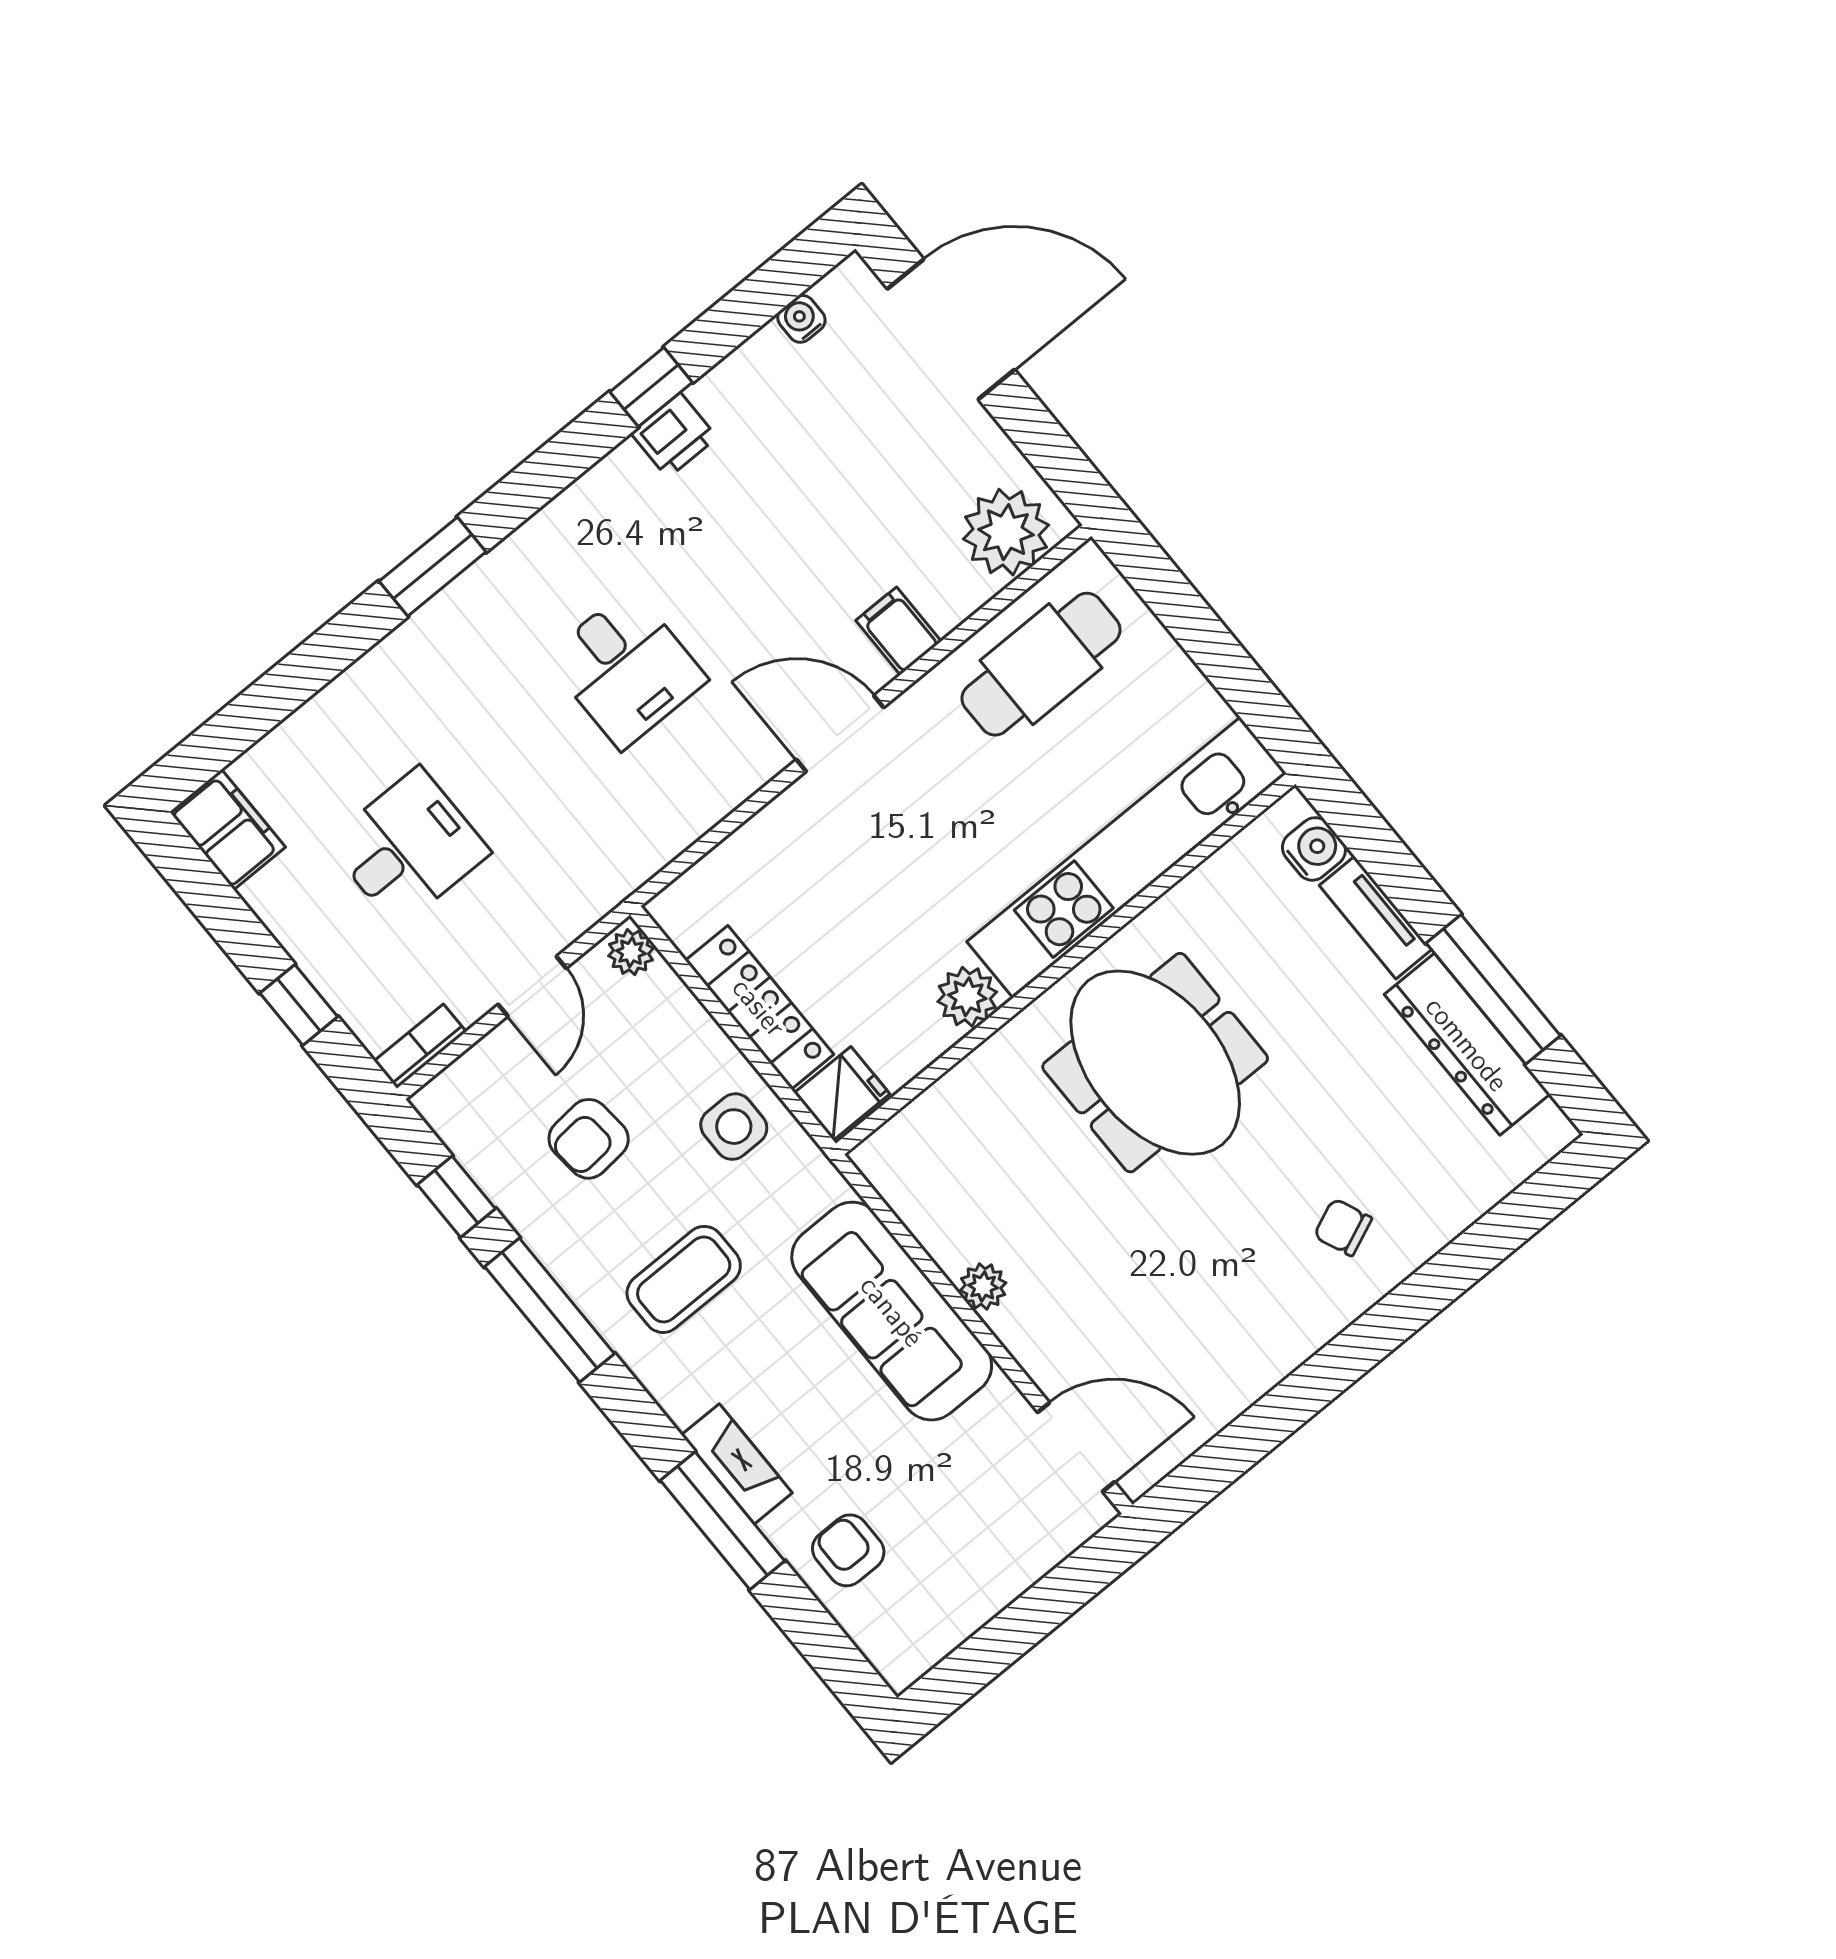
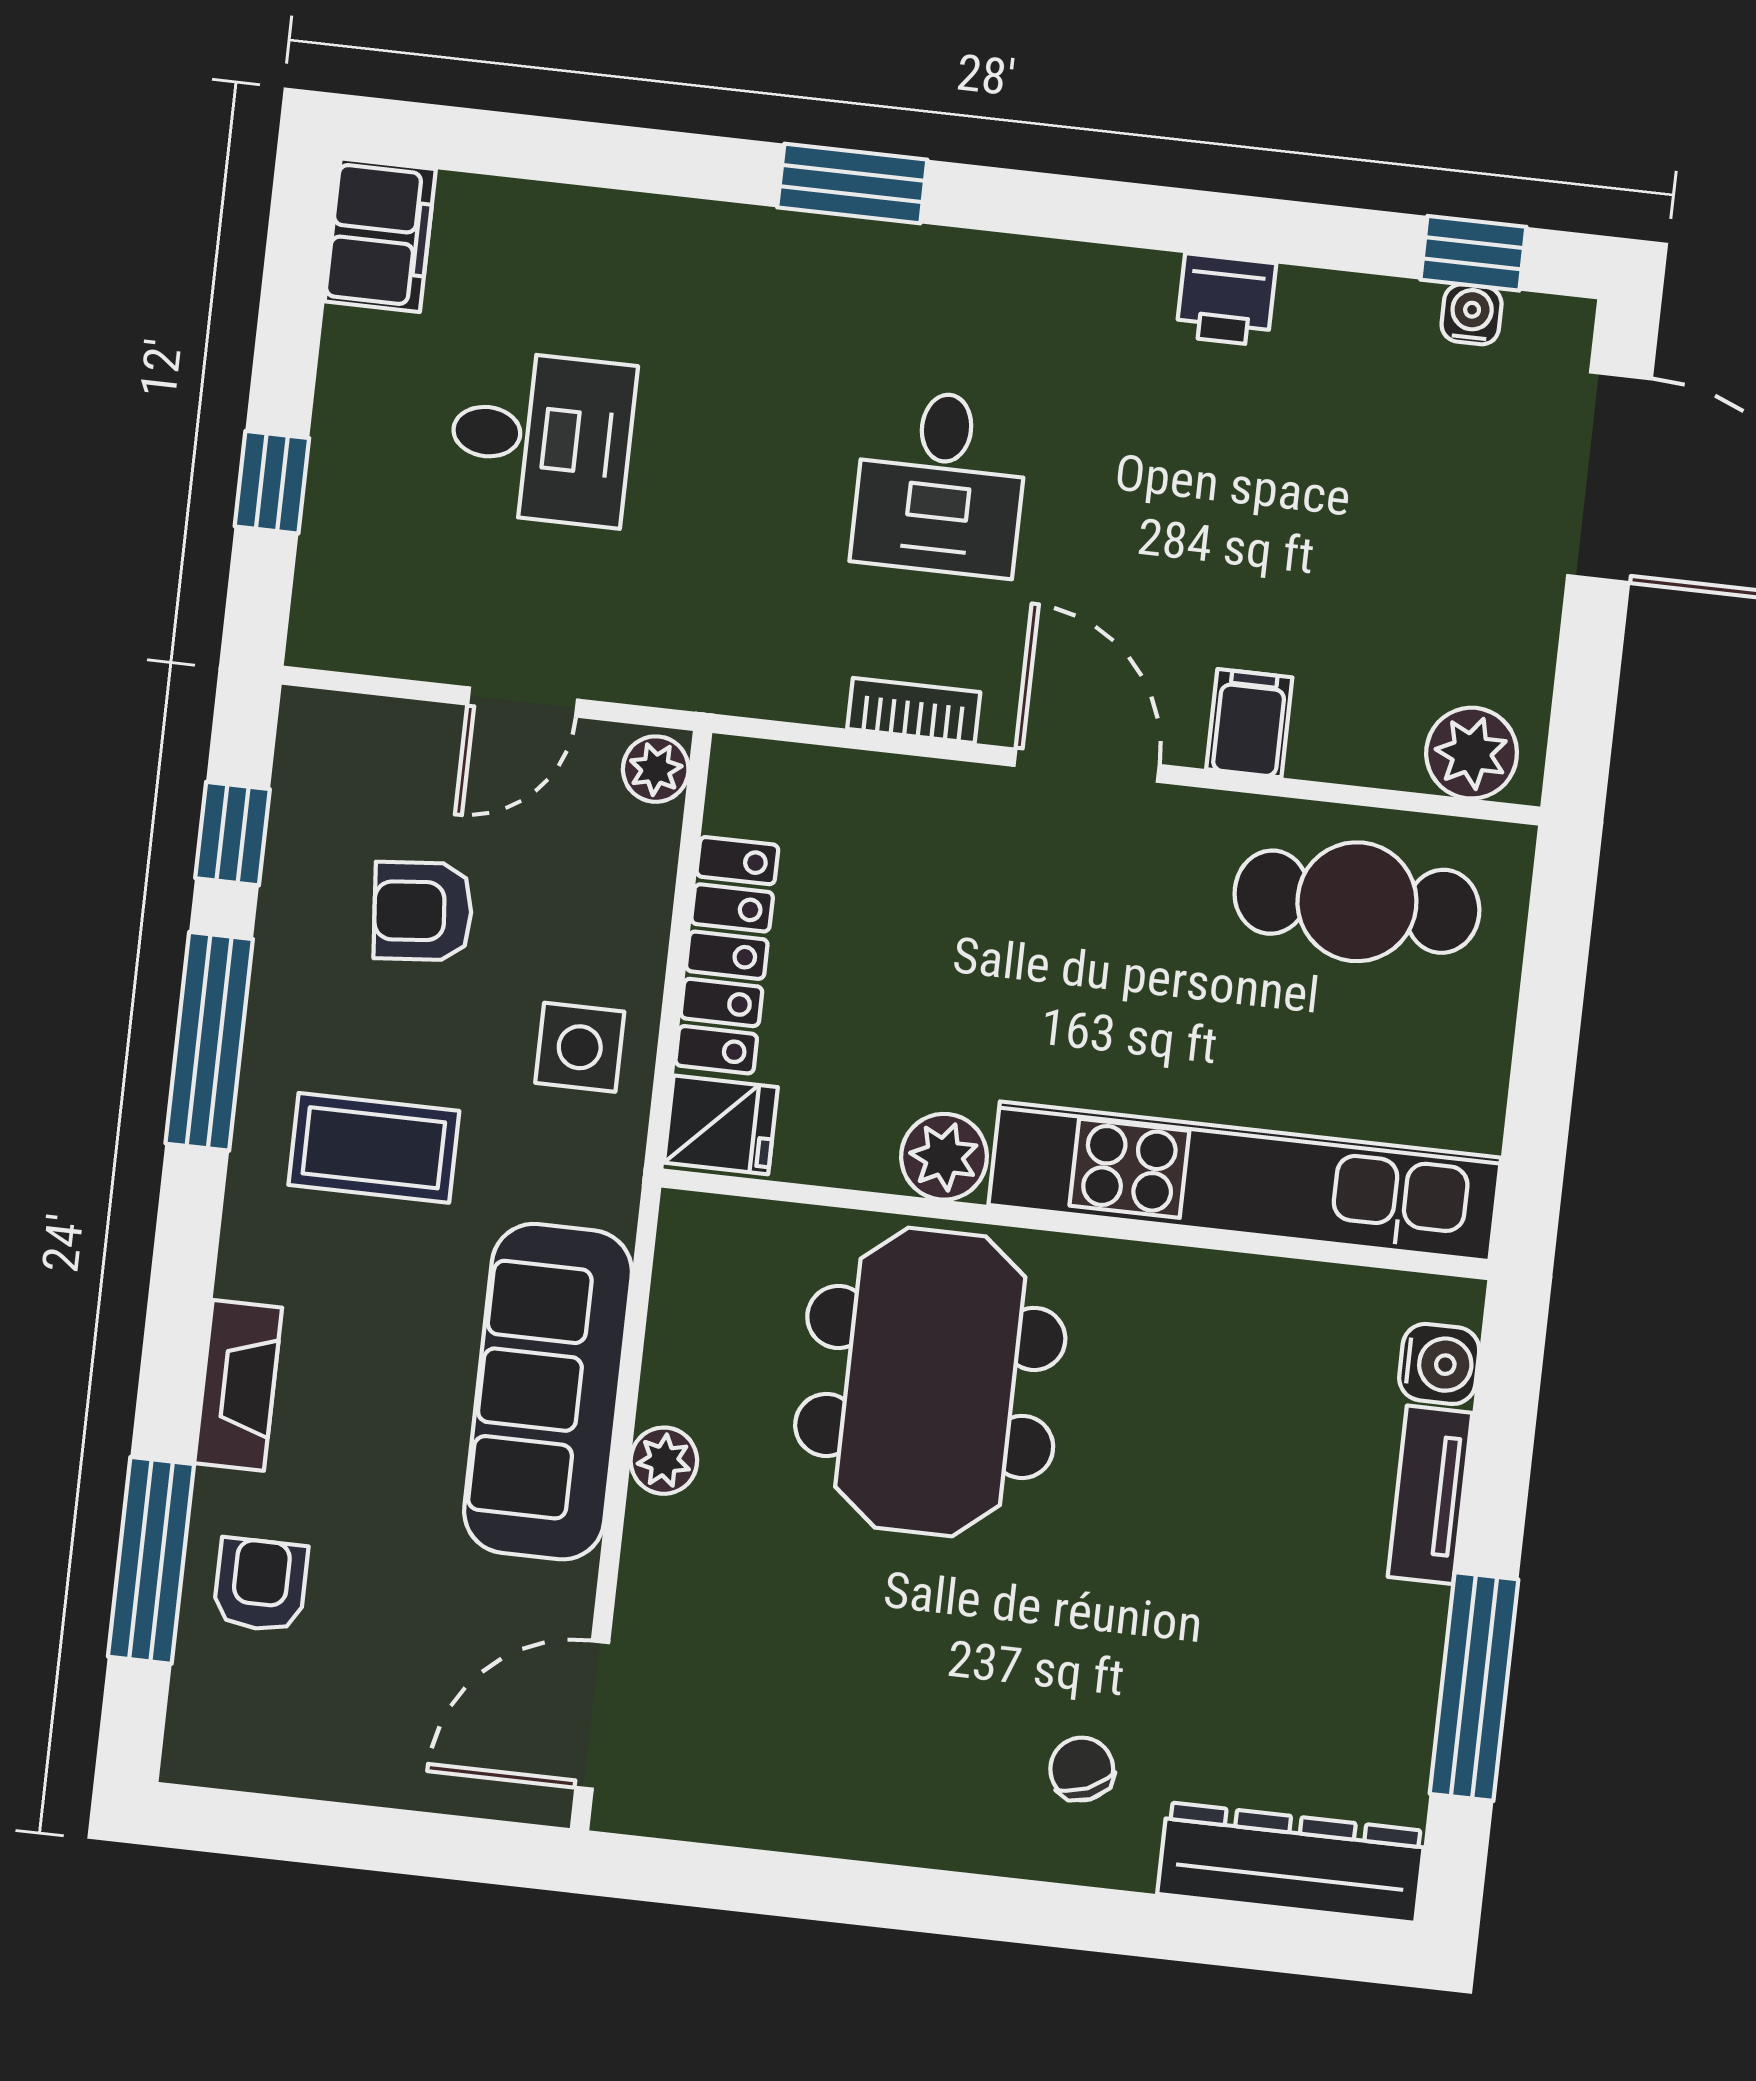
window: (651, 387) -> (1473, 253), moved
plant: (1006, 532) -> (1472, 753), width x0.73, depth x0.73
dresser: (1467, 1044) -> (1291, 1862), moved, turned 90
bookcase: (420, 1046) -> (914, 710), moved
meeting table: (1155, 1063) -> (930, 1382), moved
door: (1076, 1447) -> (592, 1715), swing flipped
window: (722, 1521) -> (151, 1560), moved

